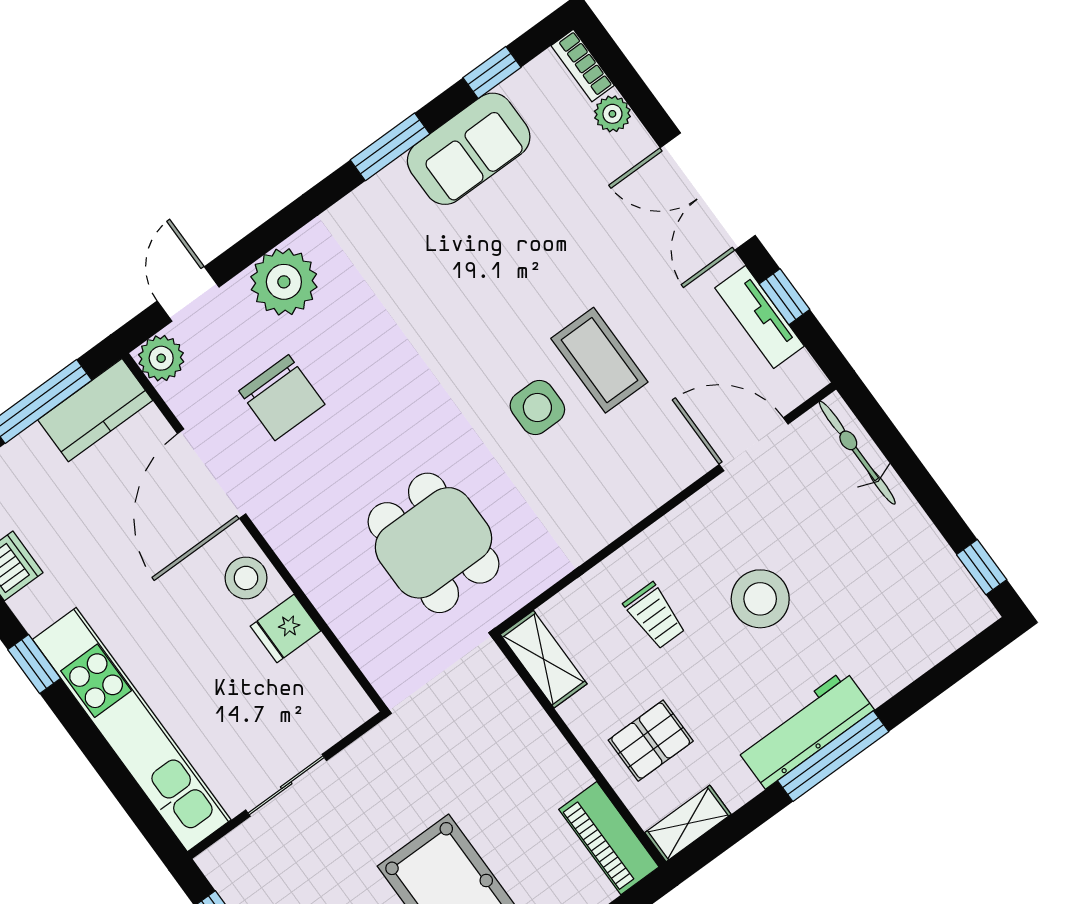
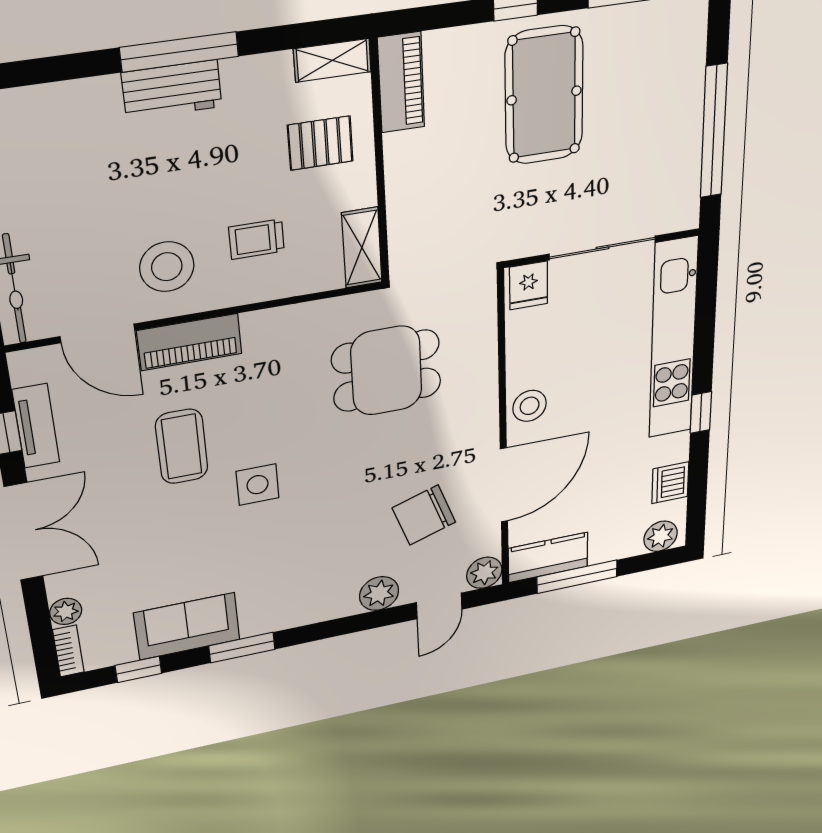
plant: (284, 282) -> (379, 594), width x0.73, depth x0.73
chair: (282, 398) -> (424, 515), turned -109
side table: (537, 407) -> (258, 485), moved
piano: (658, 478) -> (189, 342), added
dining table: (433, 543) -> (386, 371), turned 90
stool: (760, 599) -> (167, 267), moved
trolley: (655, 616) -> (257, 239), turned -90
fridge: (285, 629) -> (529, 285), moved, turned 90
workbench: (805, 729) -> (172, 90), width x0.73
sliding door: (286, 785) -> (602, 248), width x1.37

